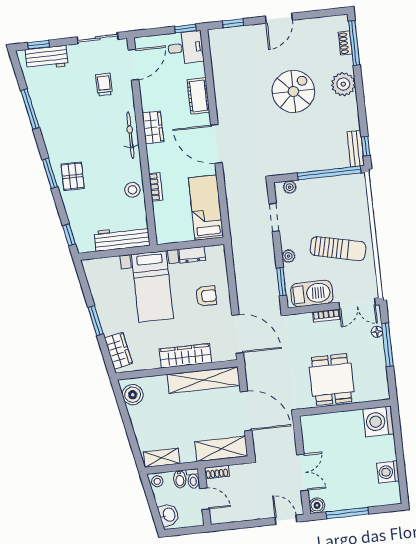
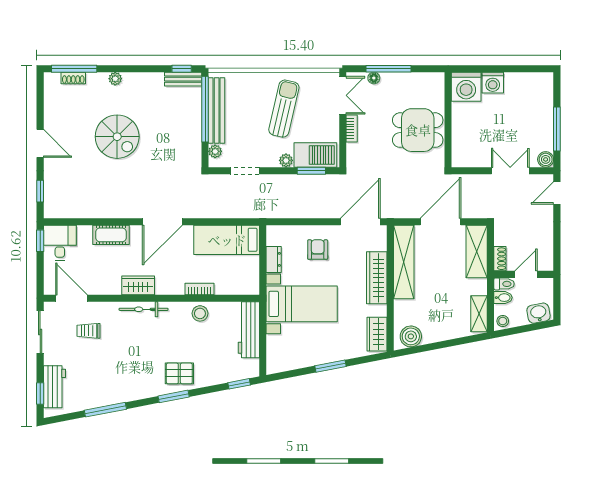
plant: (343, 84) -> (115, 79), width x0.53, depth x0.53
spiral stairs: (293, 91) -> (117, 137), turned 180
bench: (329, 184) -> (217, 111), added
barbecue: (312, 293) -> (315, 155), moved, turned 90
wardrobe: (118, 351) -> (377, 334), moved, turned -79
washing machine: (388, 472) -> (493, 83), moved

